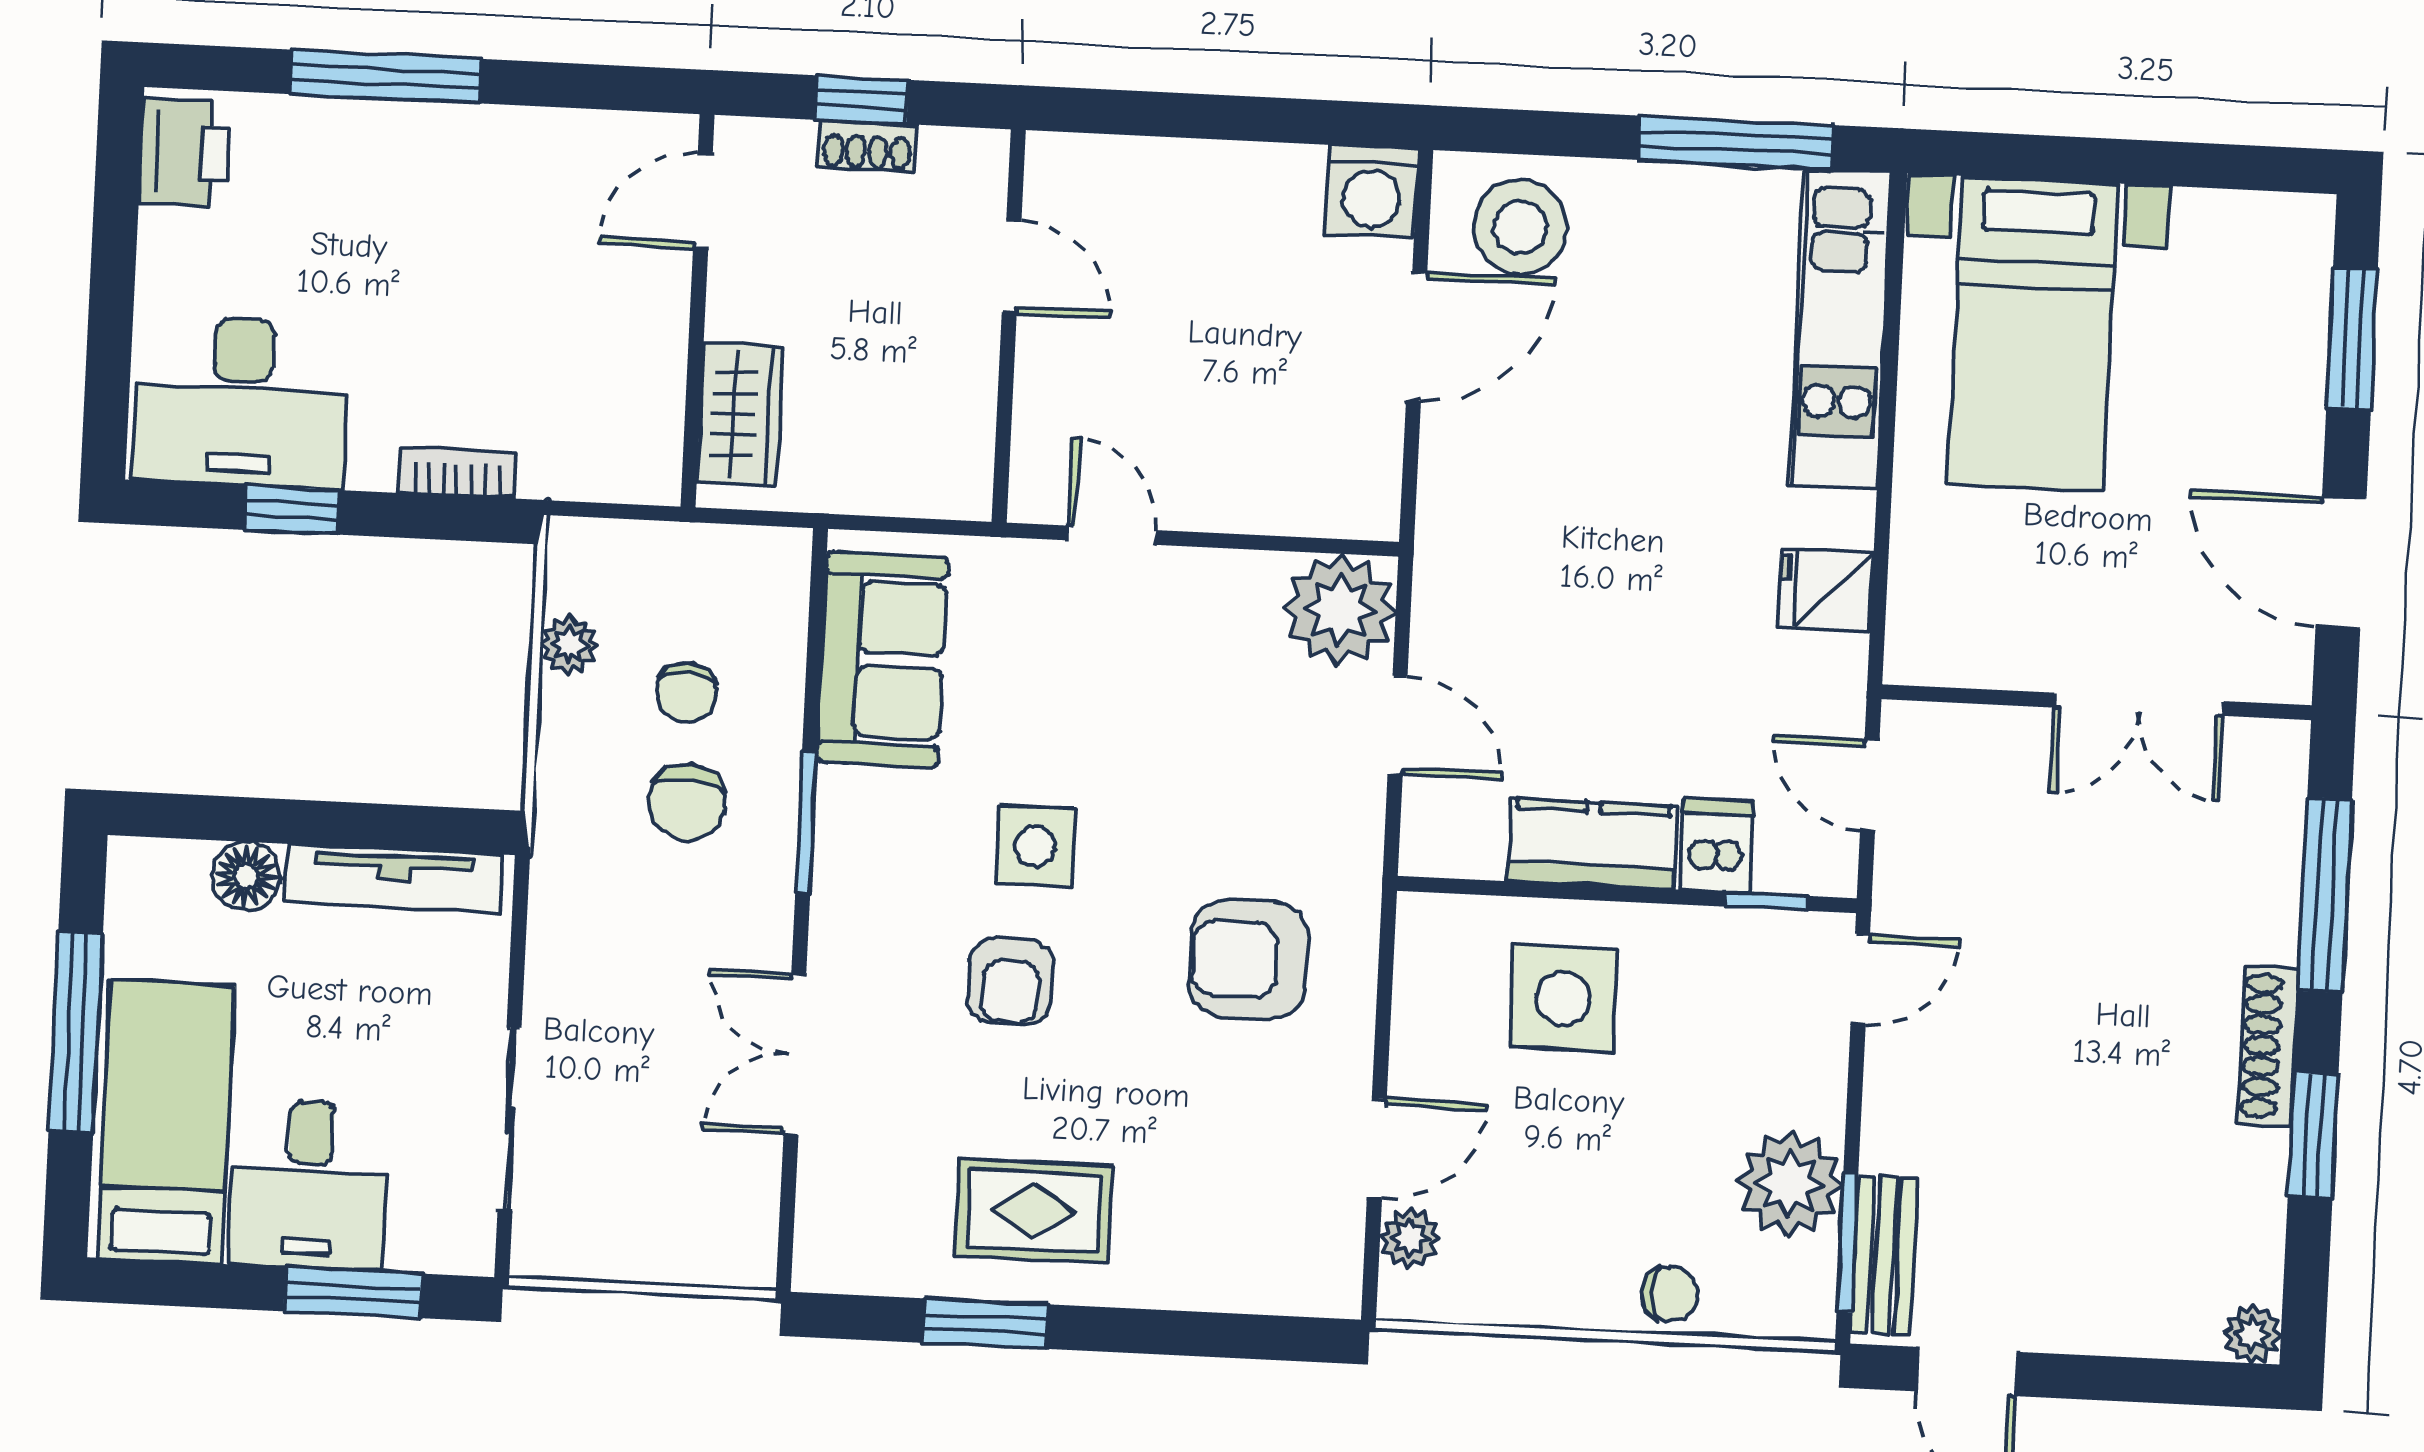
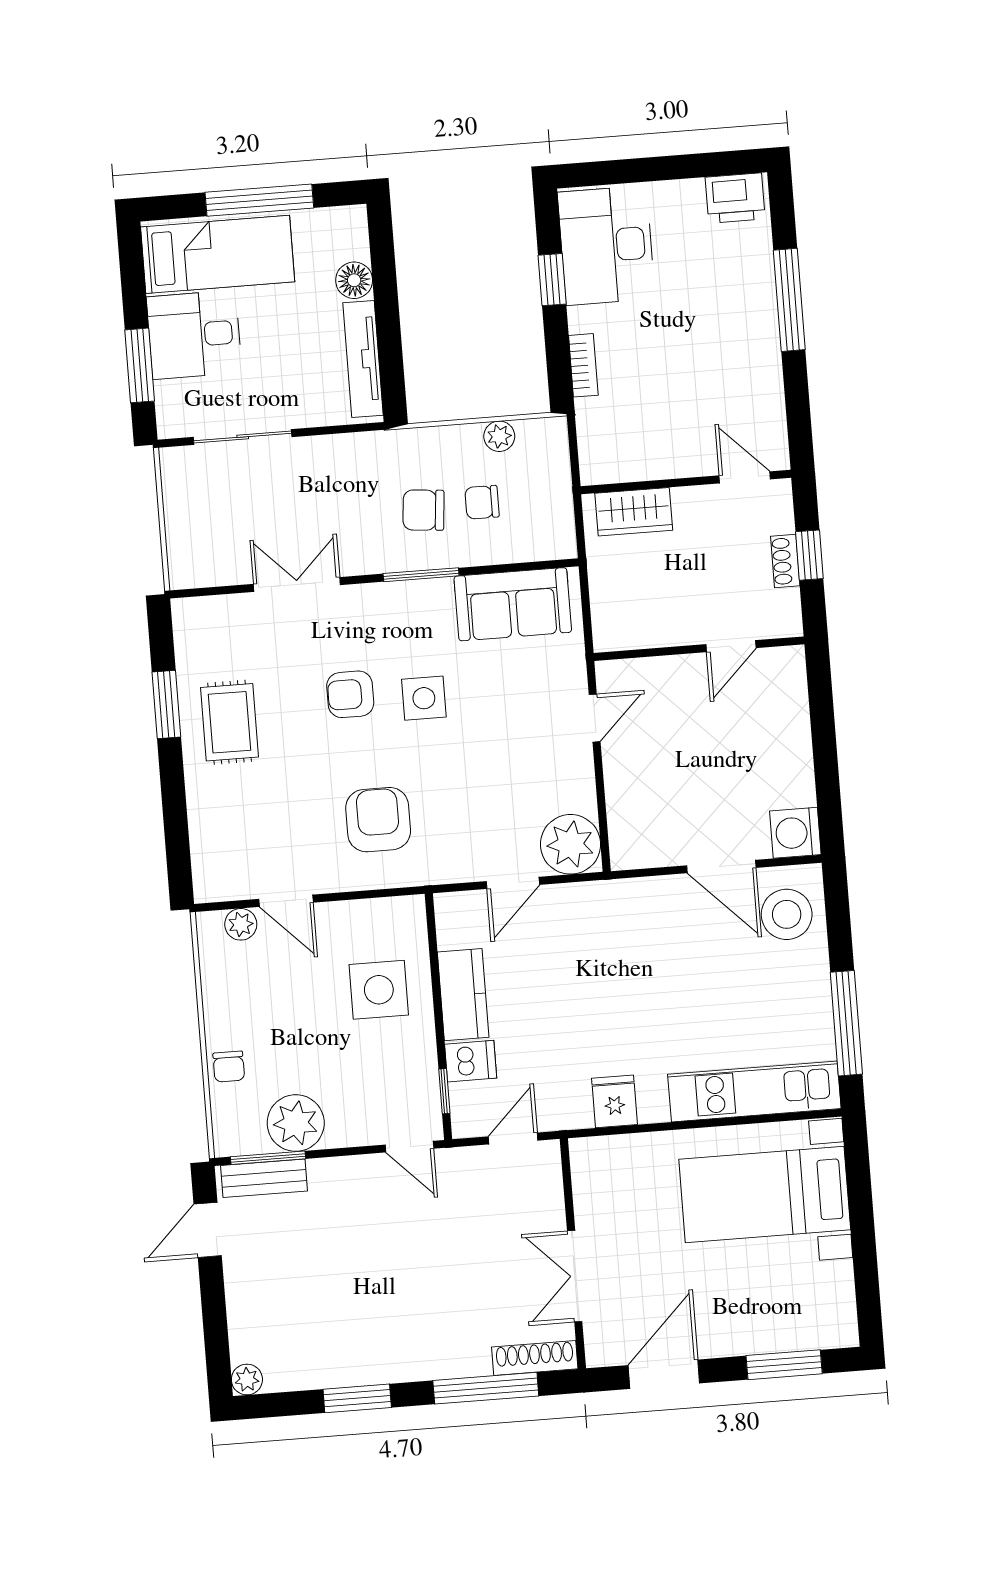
shoe rack: (2268, 1046) -> (535, 1358), moved

